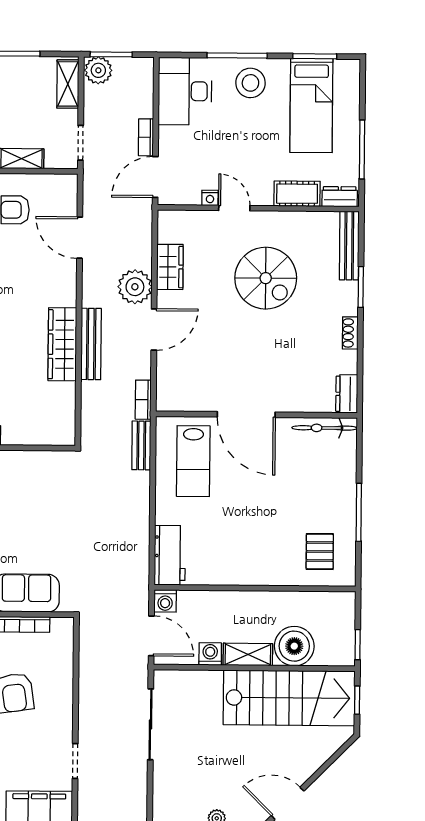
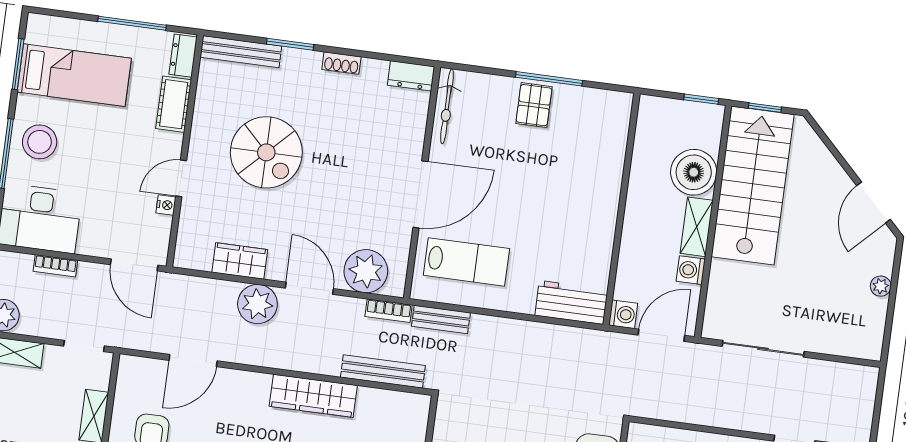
bookcase: (146, 137) -> (55, 266), moved
spiral stairs: (266, 278) -> (266, 152), turned 90
bench: (91, 344) -> (383, 371), moved
plant: (175, 376) -> (366, 271), added
pallet: (320, 552) -> (534, 105), moved, turned 90

